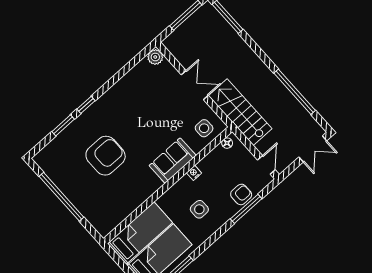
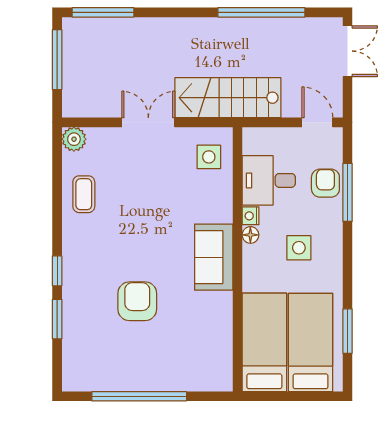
coffee table: (133, 85) -> (84, 194), added
floor lamp: (227, 143) -> (250, 235), moved
armchair: (106, 156) -> (137, 301), width x0.73, depth x0.73
sofa: (173, 161) -> (214, 257), moved
desk: (218, 167) -> (269, 180), added

